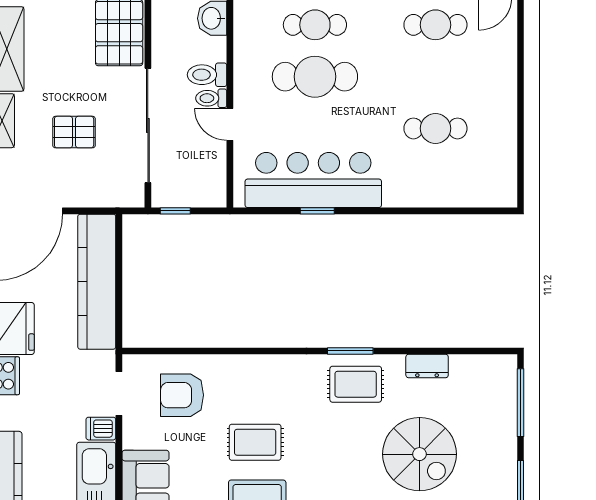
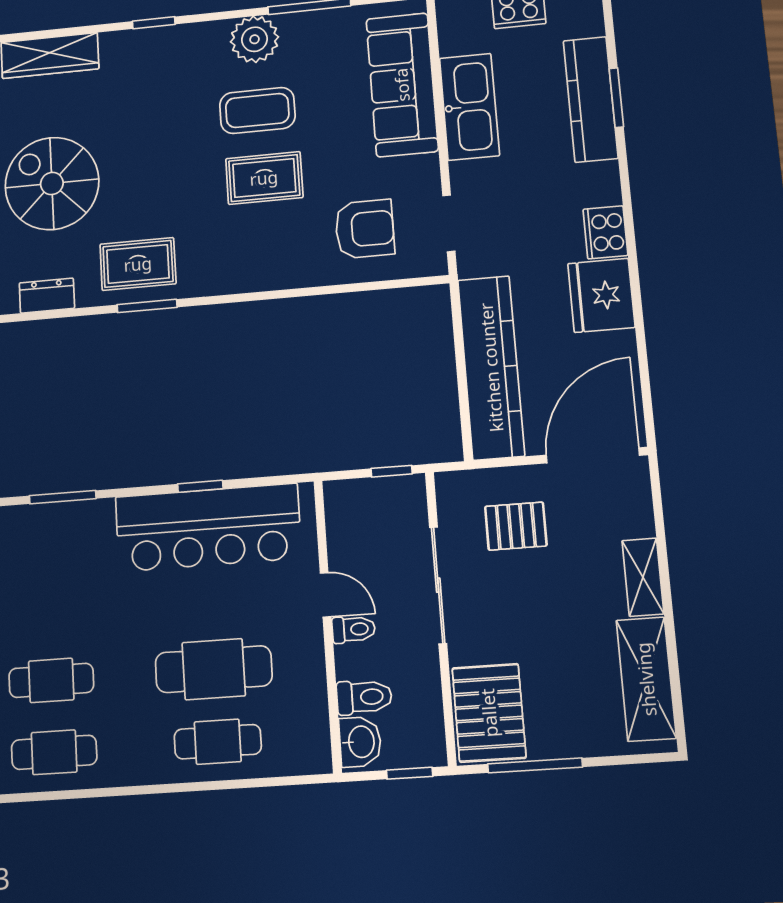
toilet: (207, 75) -> (364, 697), moved
sliding door: (148, 126) -> (438, 585), width x0.73
cafe table: (435, 128) -> (51, 680), moved
pallet: (74, 132) -> (516, 526), moved
window: (421, 211) -> (63, 497), added
dishwasher: (101, 429) -> (469, 176), removed

